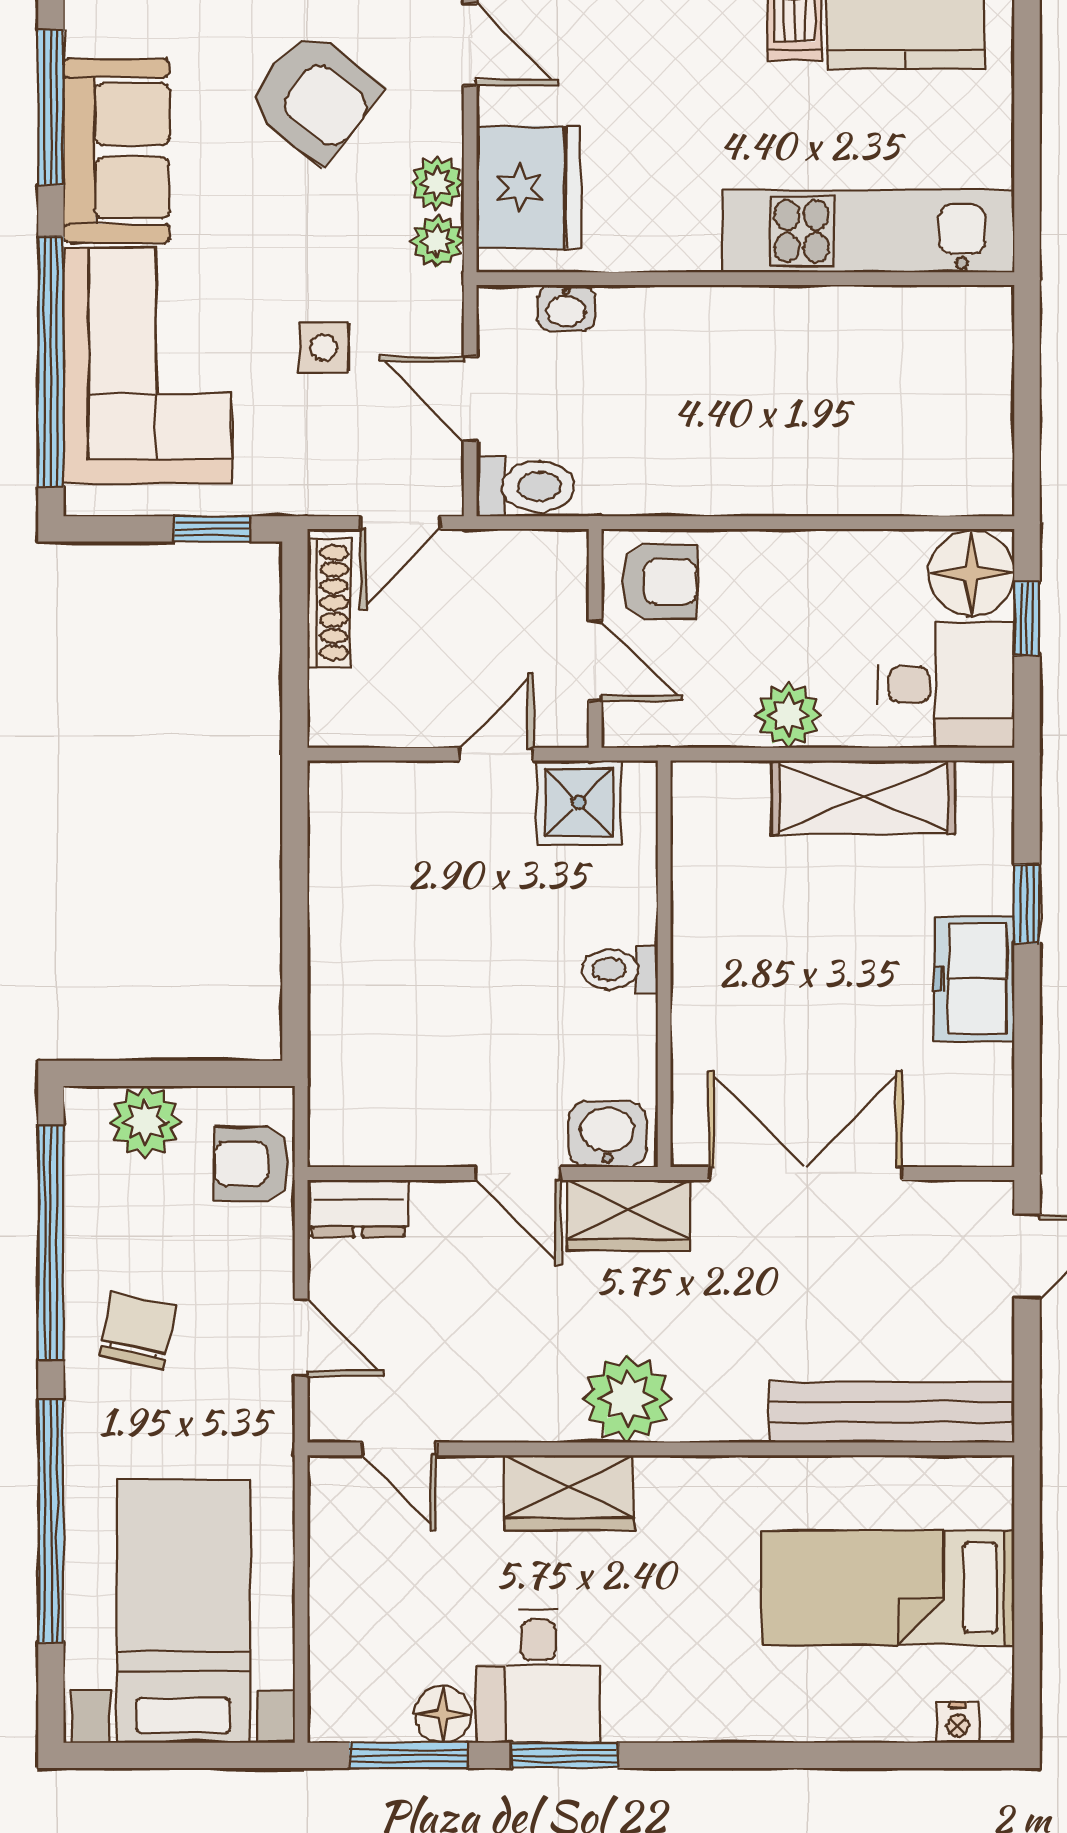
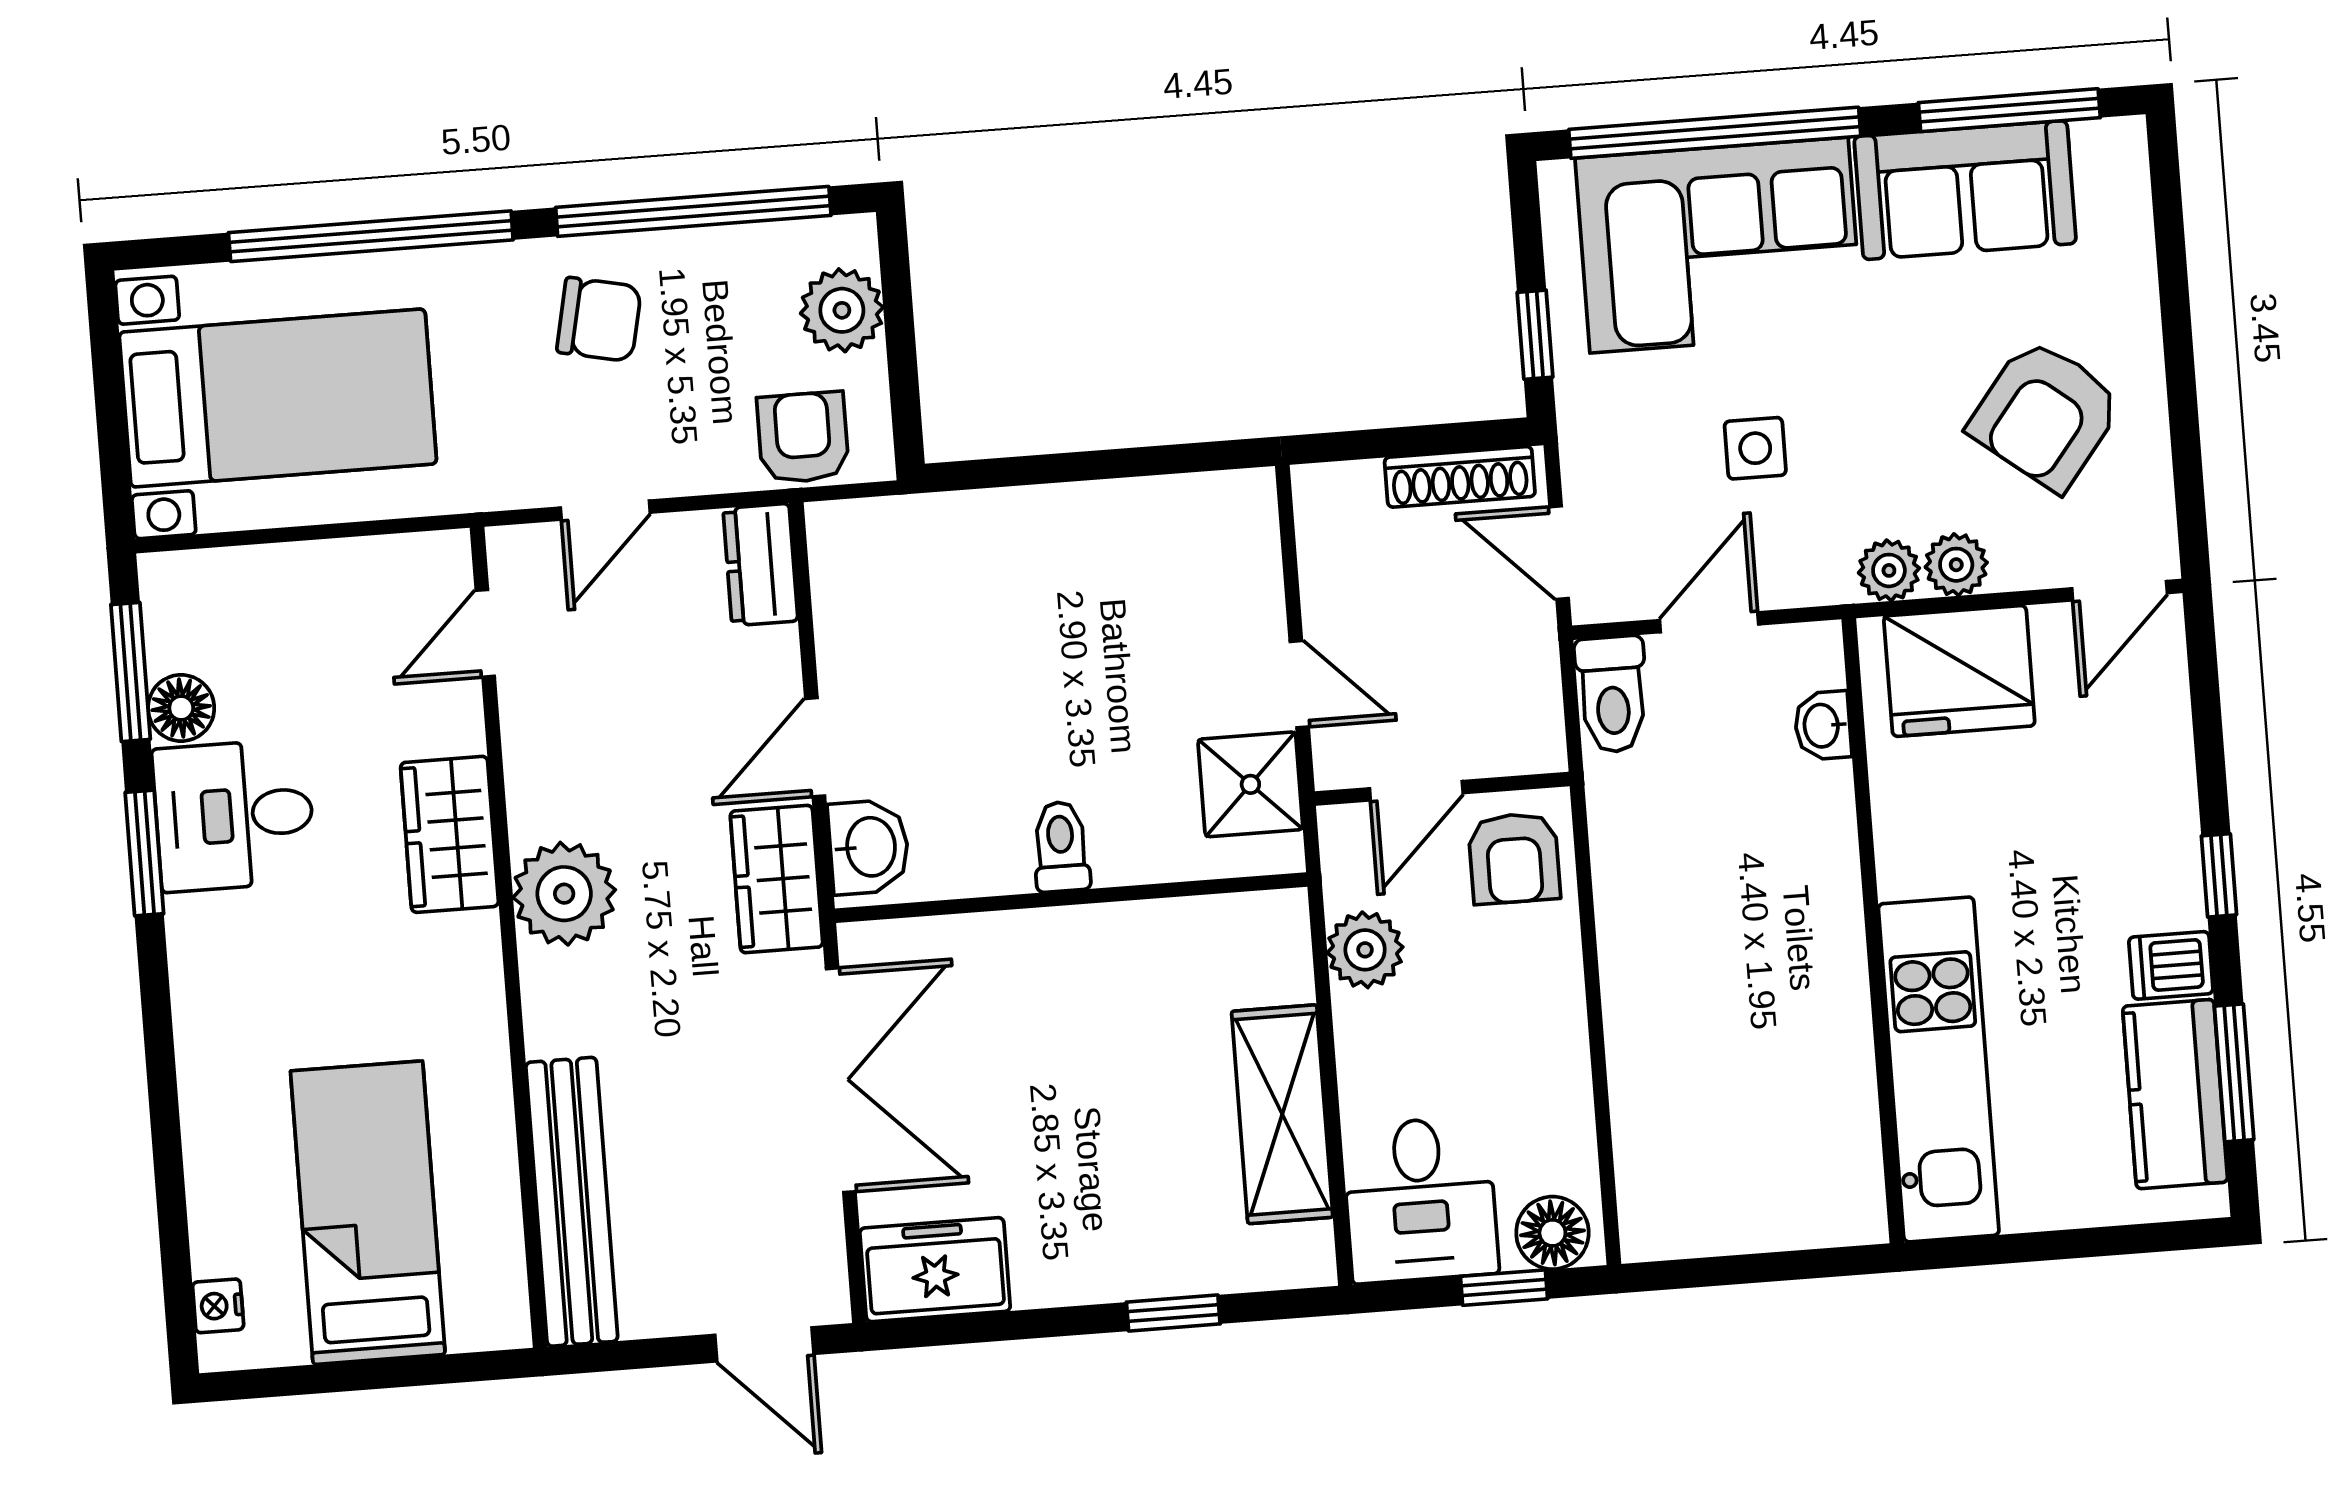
floor lamp: (972, 573) -> (1552, 1233), width x0.73, depth x0.73
plant: (789, 715) -> (1365, 950), moved
freezer: (974, 979) -> (935, 1270), moved

